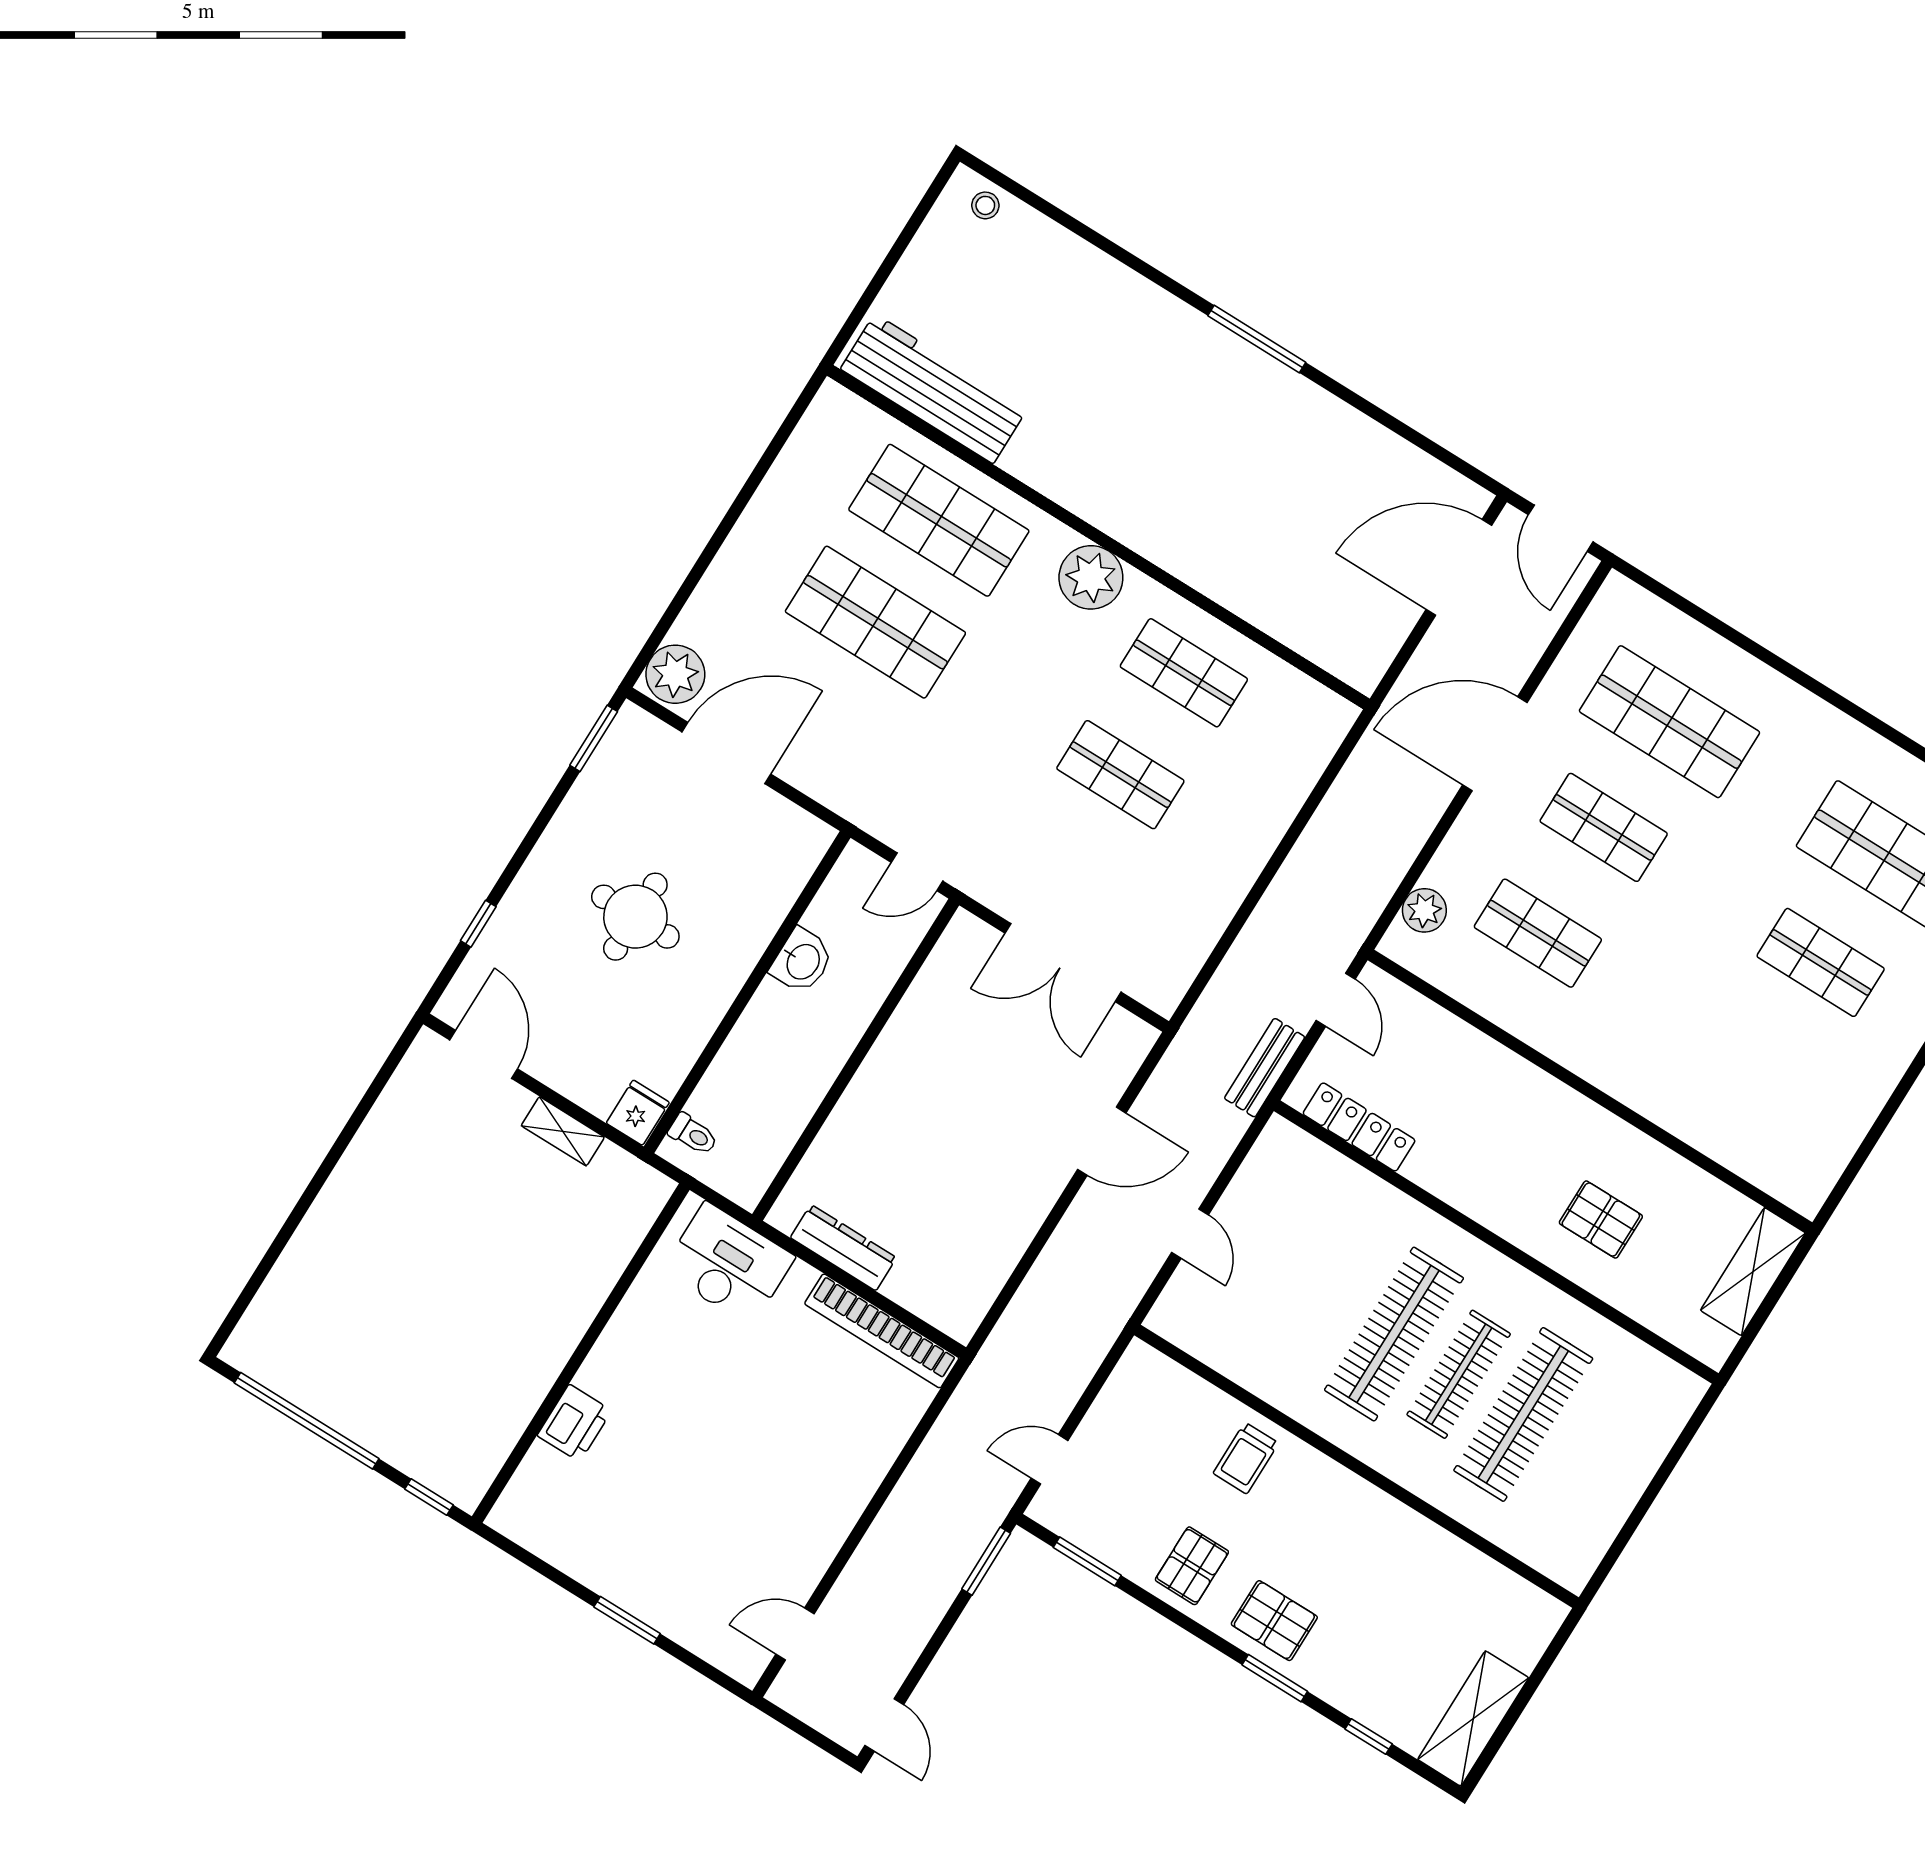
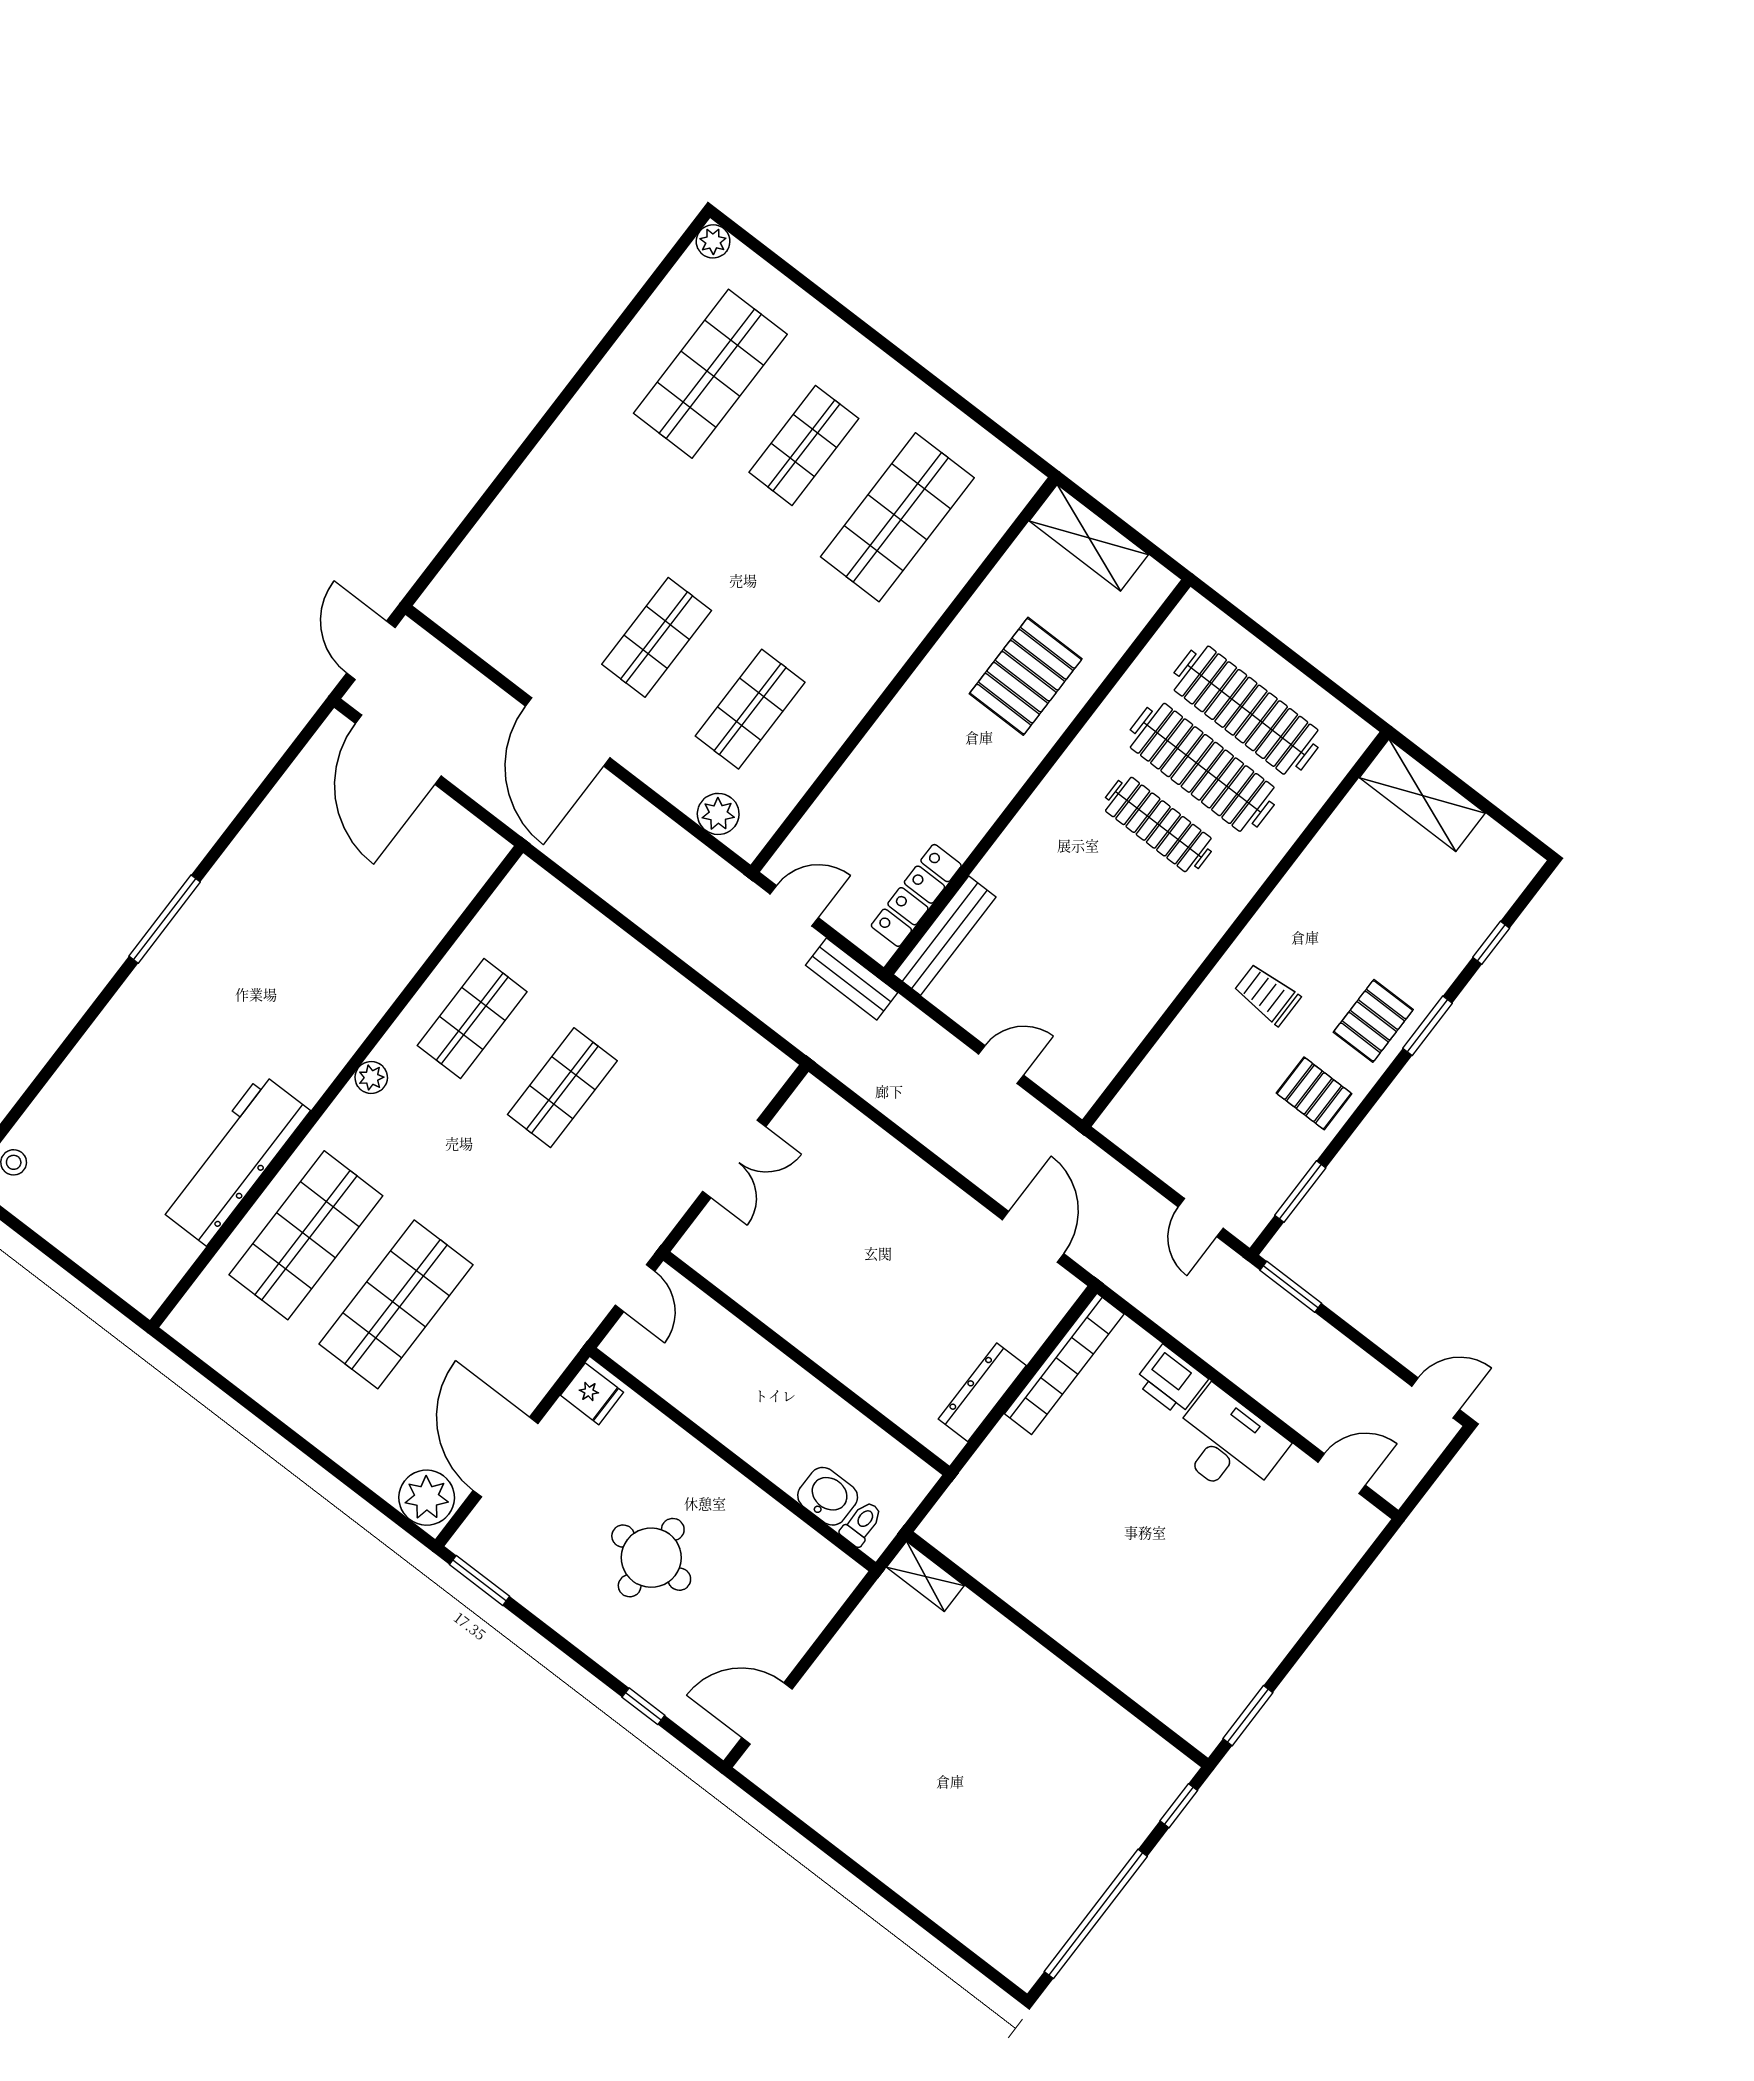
workbench: (934, 389) -> (234, 1160), moved
door: (1561, 528) -> (371, 650), swing flipped
plant: (1091, 577) -> (371, 1077), width x0.53, depth x0.53
shop shelf: (1669, 722) -> (897, 517), moved
washbasin: (802, 961) -> (828, 1496), moved
double door: (1063, 963) -> (734, 1159), width x0.73
fridge: (638, 1113) -> (592, 1394), moved, turned 180
shelving: (563, 1131) -> (925, 1576), moved, turned 90
door: (1102, 1141) -> (1033, 1237), moved
bench: (1320, 1161) -> (945, 936), added
pallet: (1601, 1220) -> (1026, 676), width x1.50, depth x1.42
desk: (728, 1264) -> (1227, 1444), moved, turned 90
clothes rail: (1394, 1334) -> (1246, 710), moved
printer: (574, 1423) -> (1171, 1380), moved, turned 180
trolley: (1246, 1458) -> (1267, 994), moved, turned 180
window: (627, 1620) -> (1248, 1716), moved
door: (795, 1634) -> (1342, 1474), swing flipped
shelving: (1473, 1719) -> (1422, 795), moved

